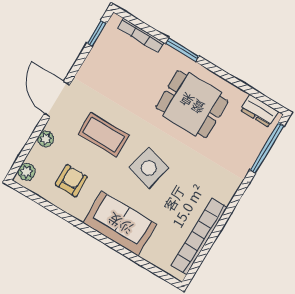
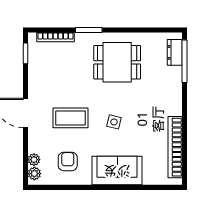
dresser: (259, 111) -> (175, 52), moved, turned 90
plant: (46, 139) -> (34, 160), moved
side table: (149, 168) -> (114, 122), width x0.54, depth x0.54

